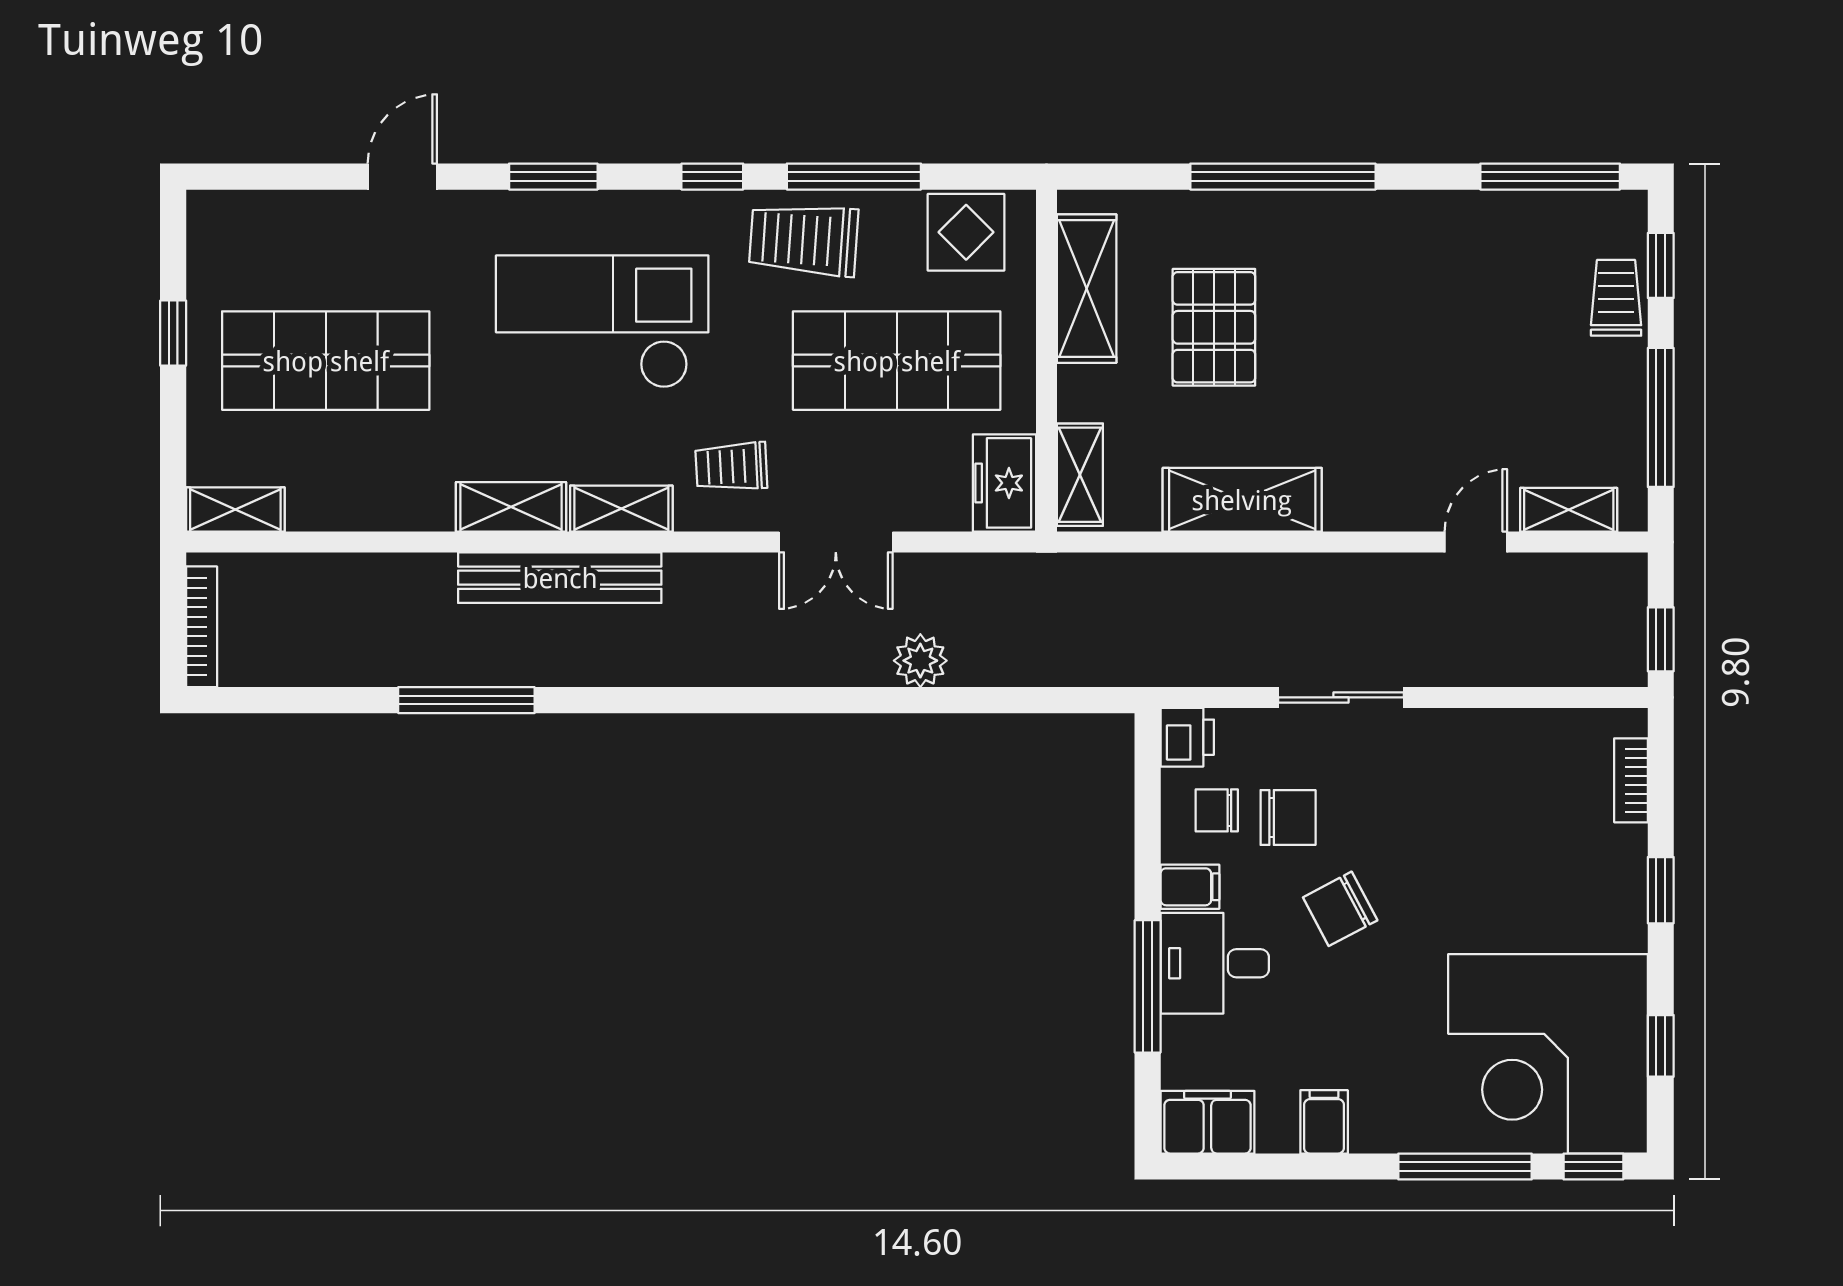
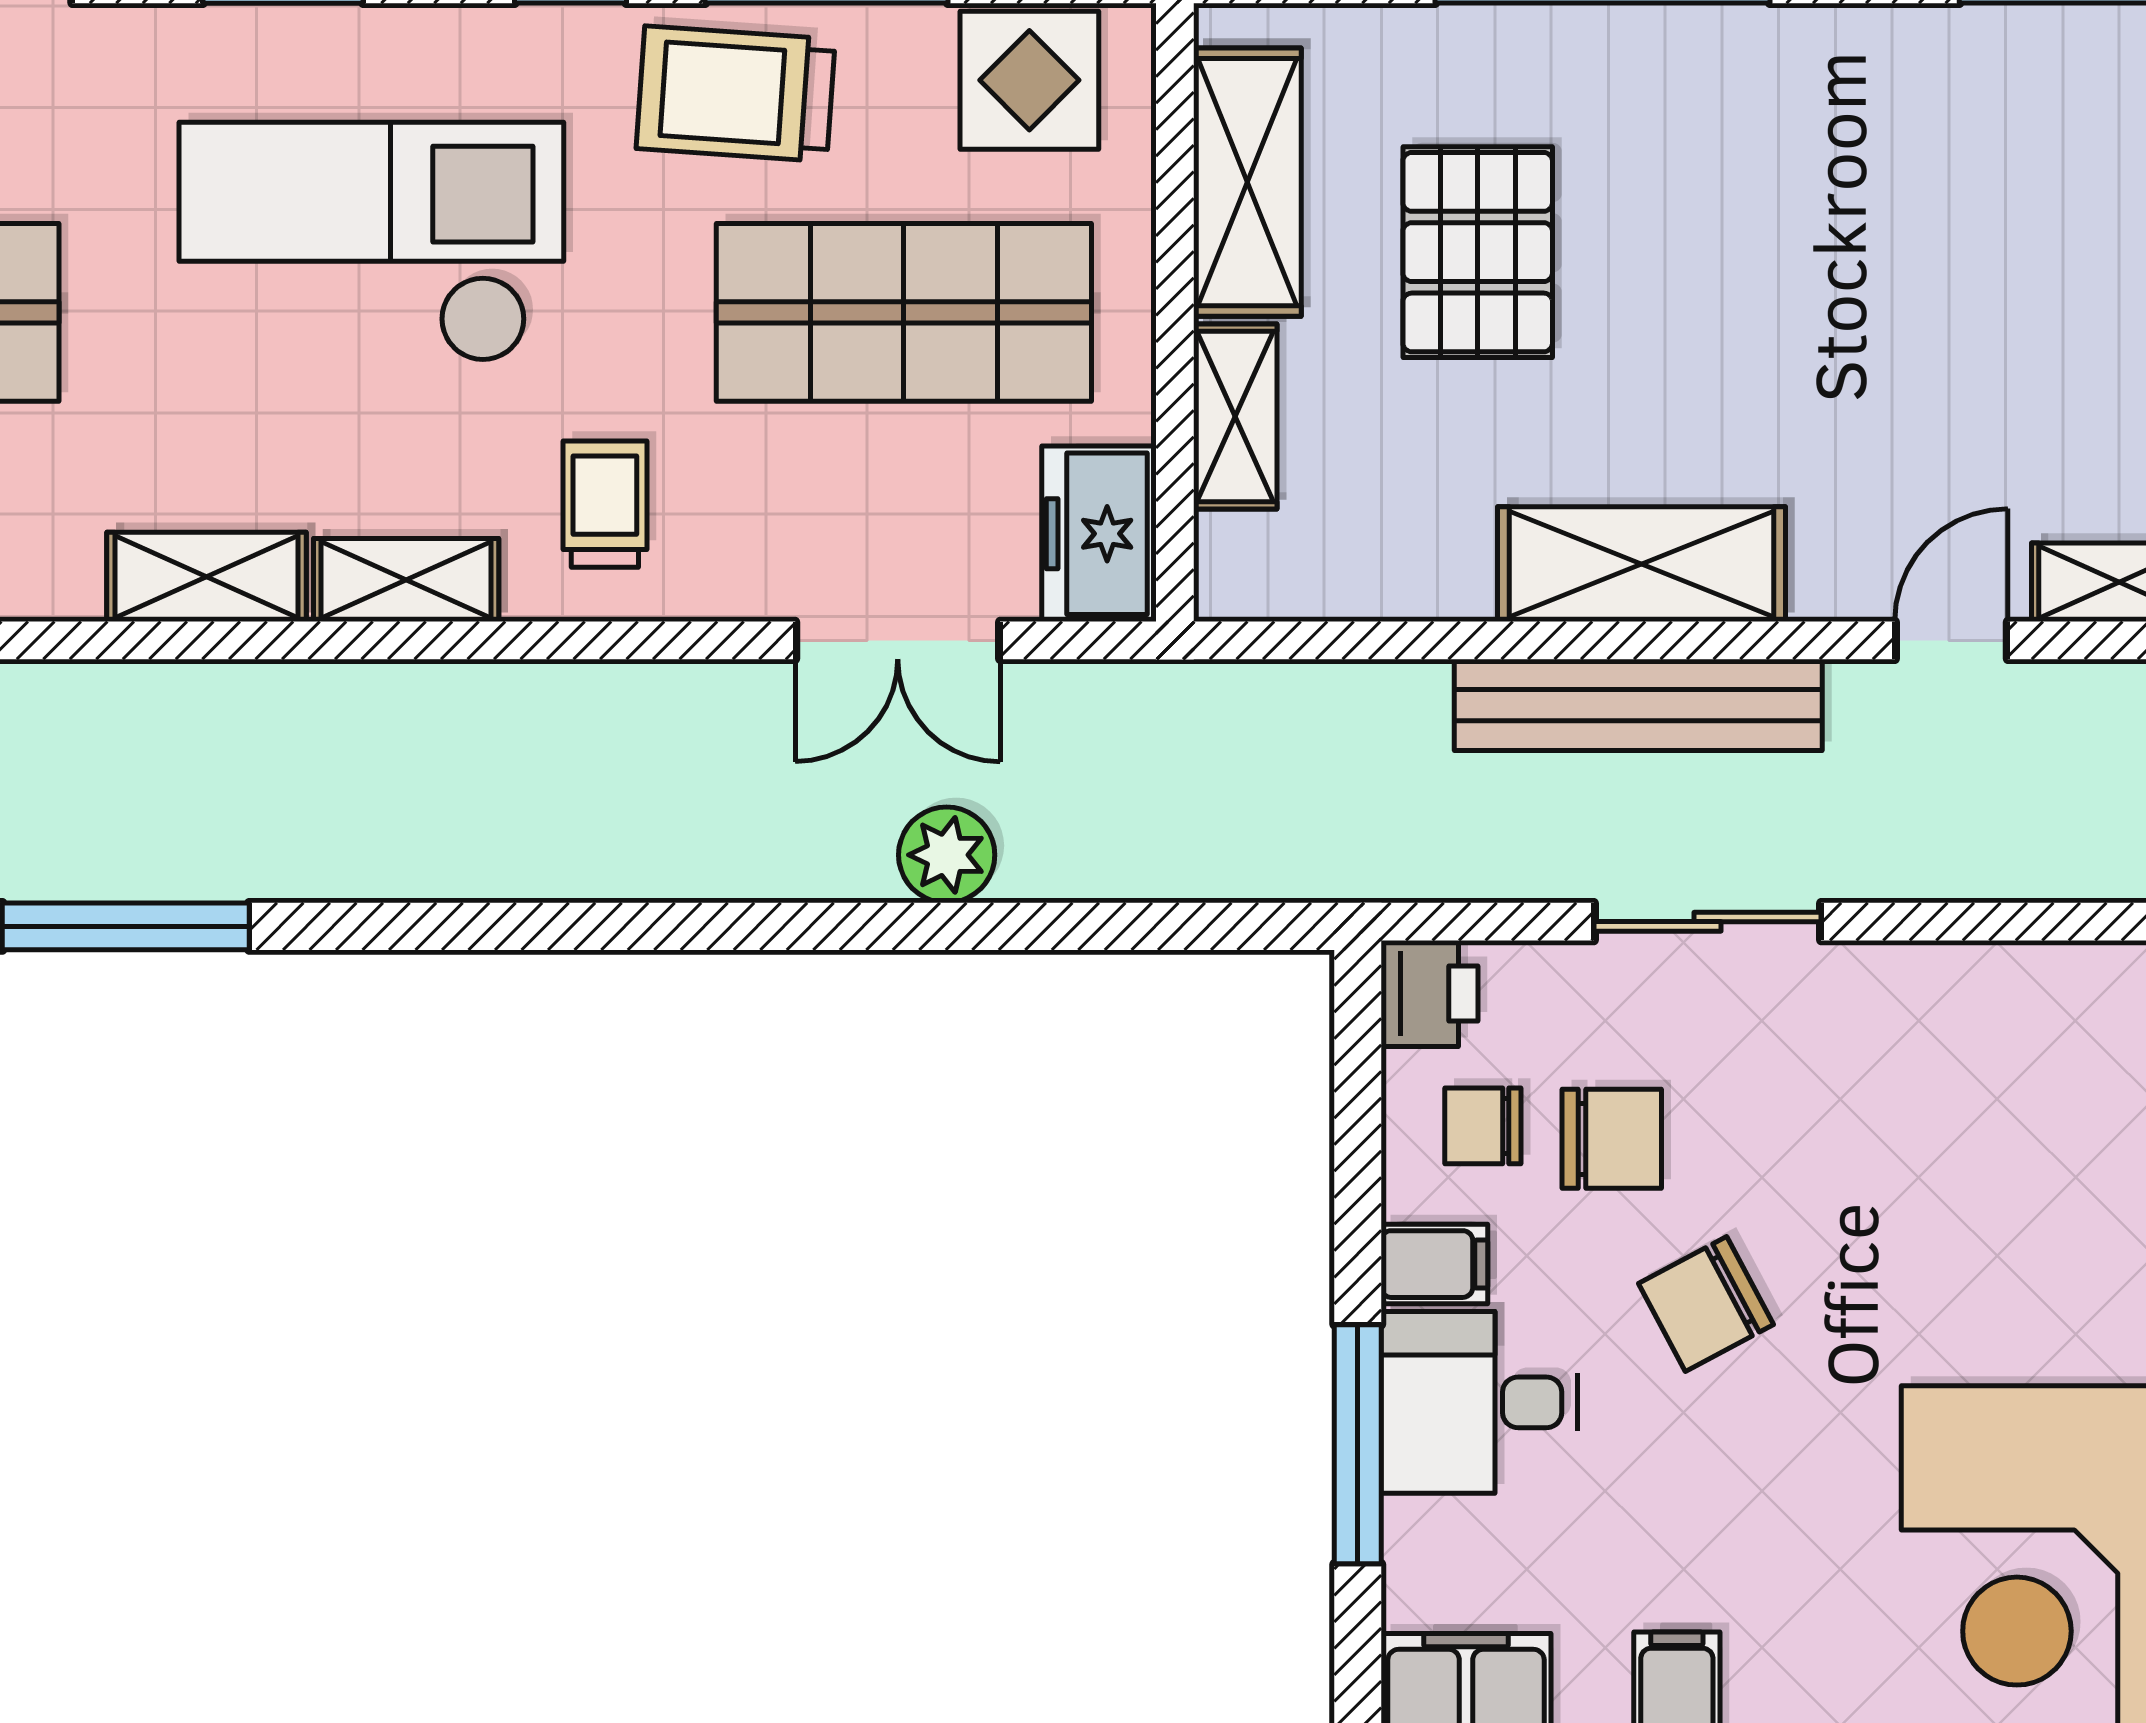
trolley: (731, 467) -> (605, 504), turned 93
shelving: (1080, 475) -> (1235, 416), moved
shelving: (1242, 500) -> (1642, 564), moved
double door: (836, 542) -> (898, 640), moved
bench: (560, 578) -> (1638, 705), moved

